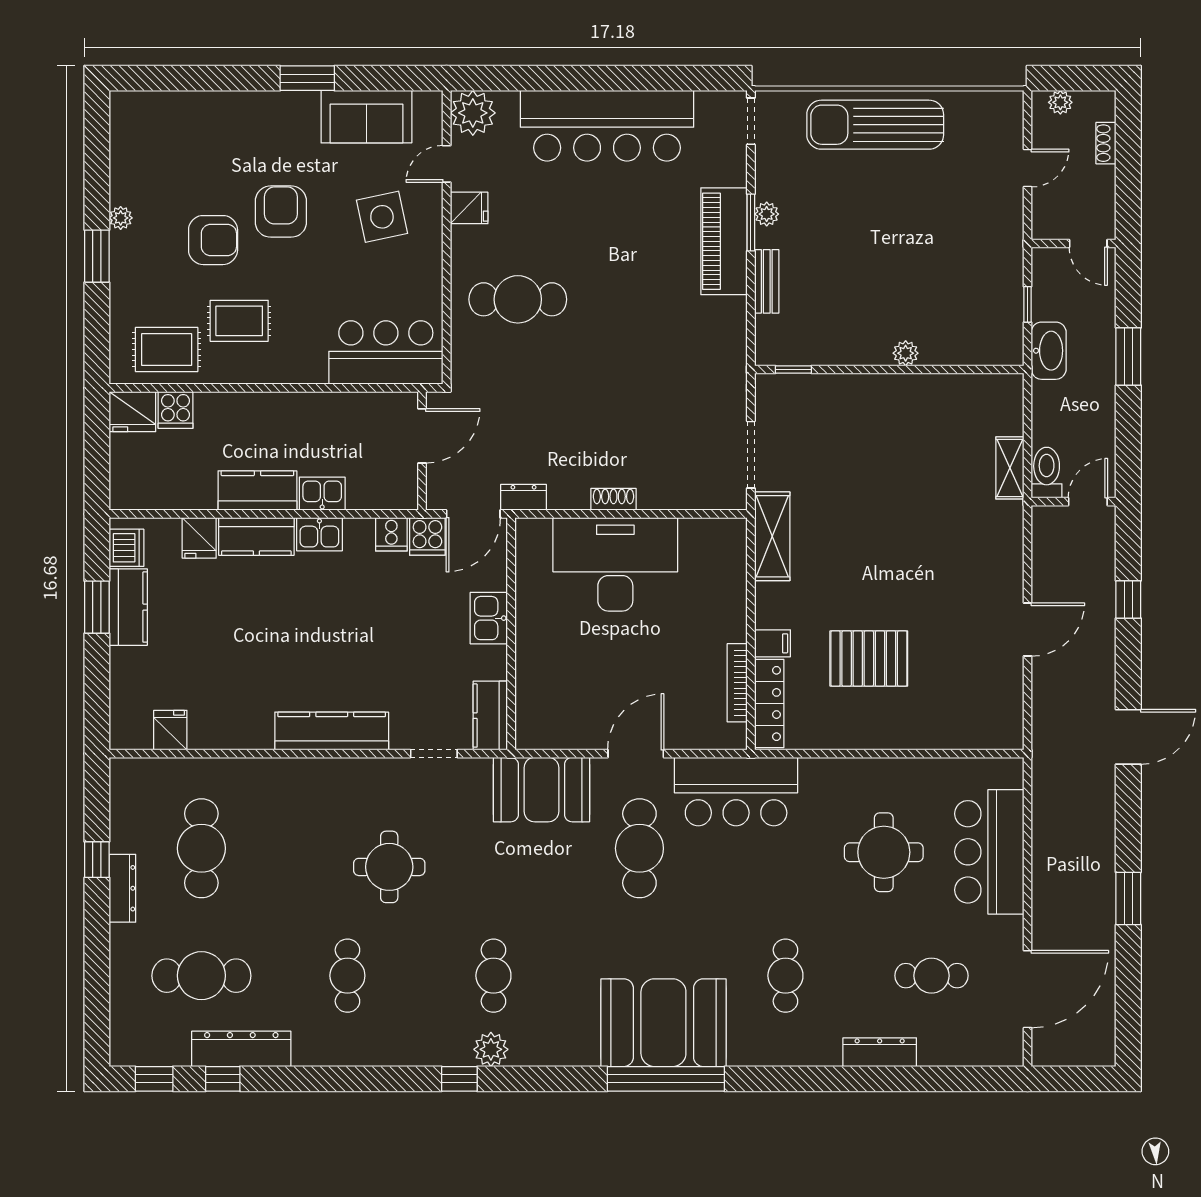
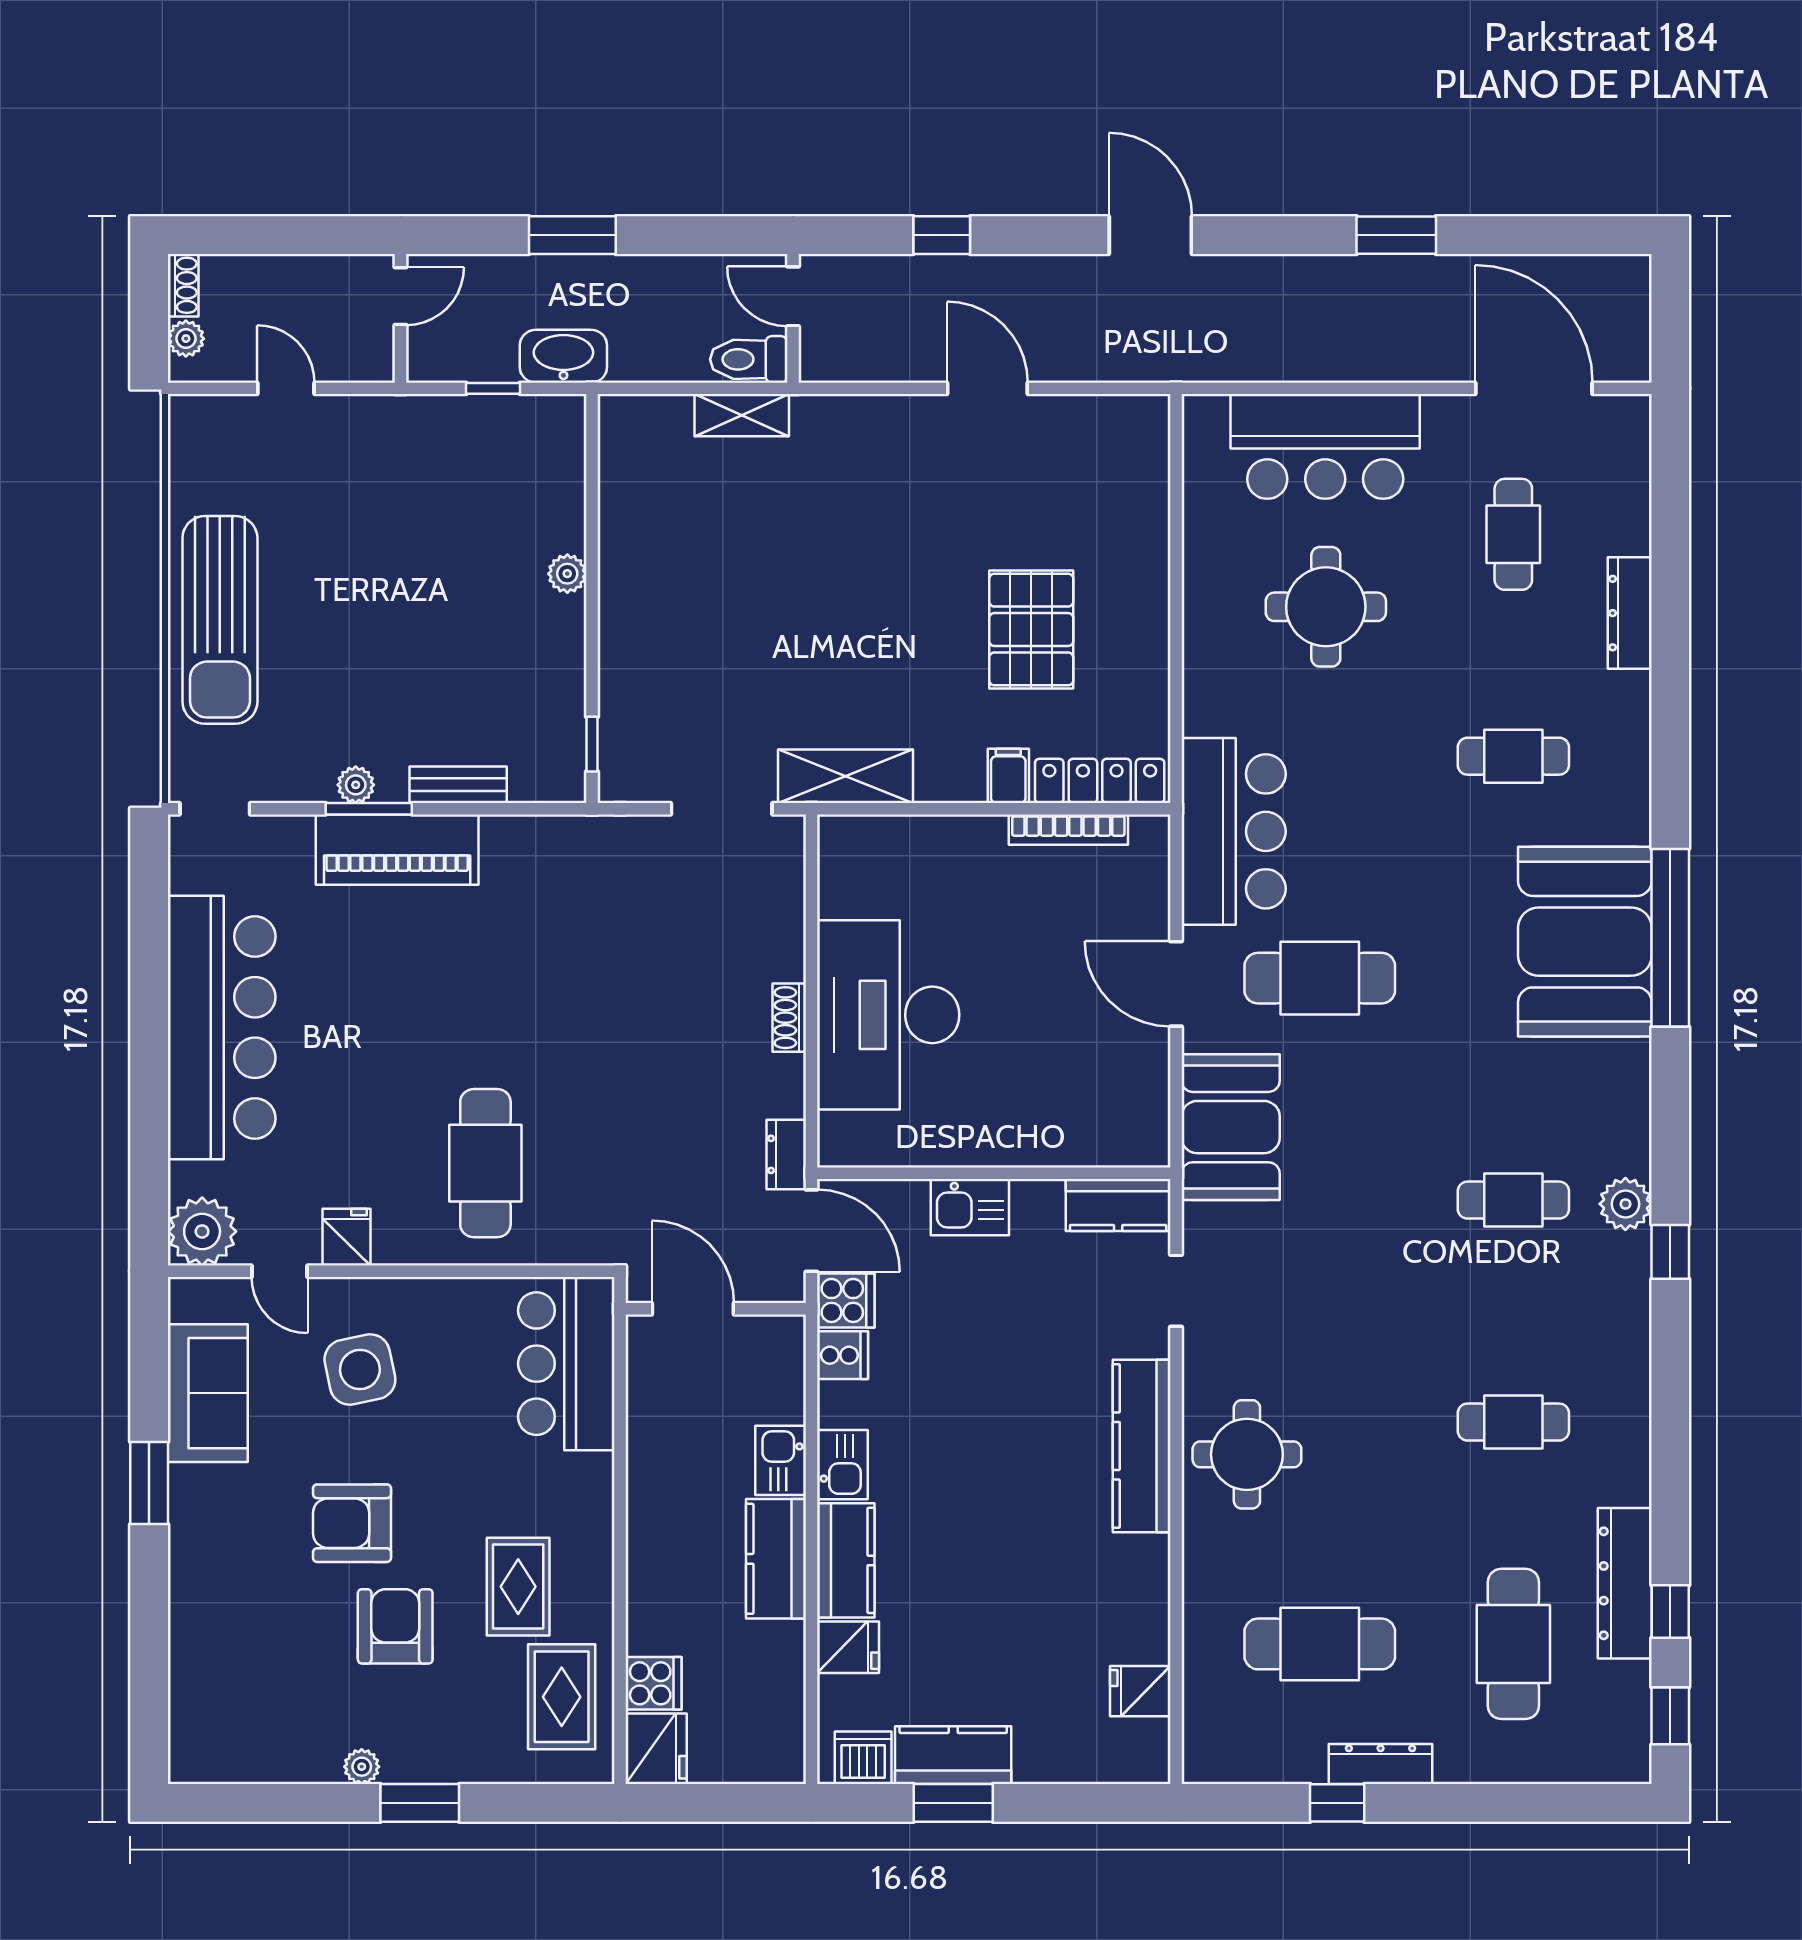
shoe rack: (1106, 143) -> (183, 285), moved, turned -90
round table: (389, 867) -> (1247, 1454), moved

